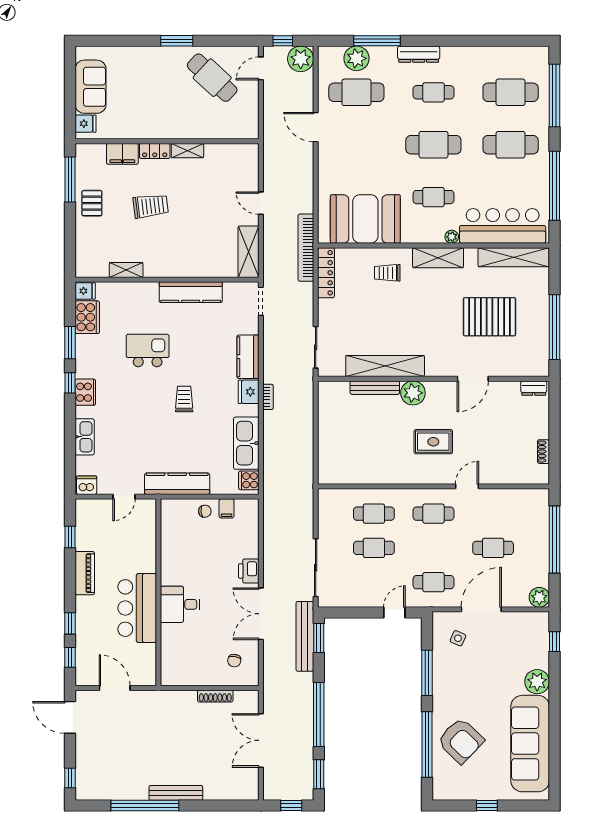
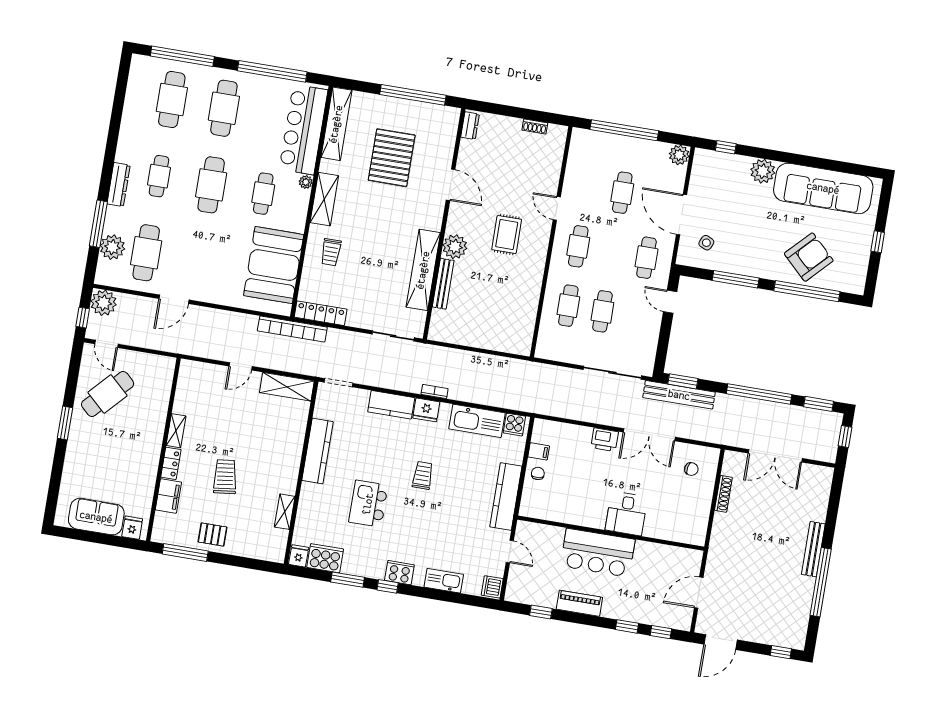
trolley: (184, 399) -> (423, 475), turned 90
bar counter: (137, 608) -> (598, 553), moved

